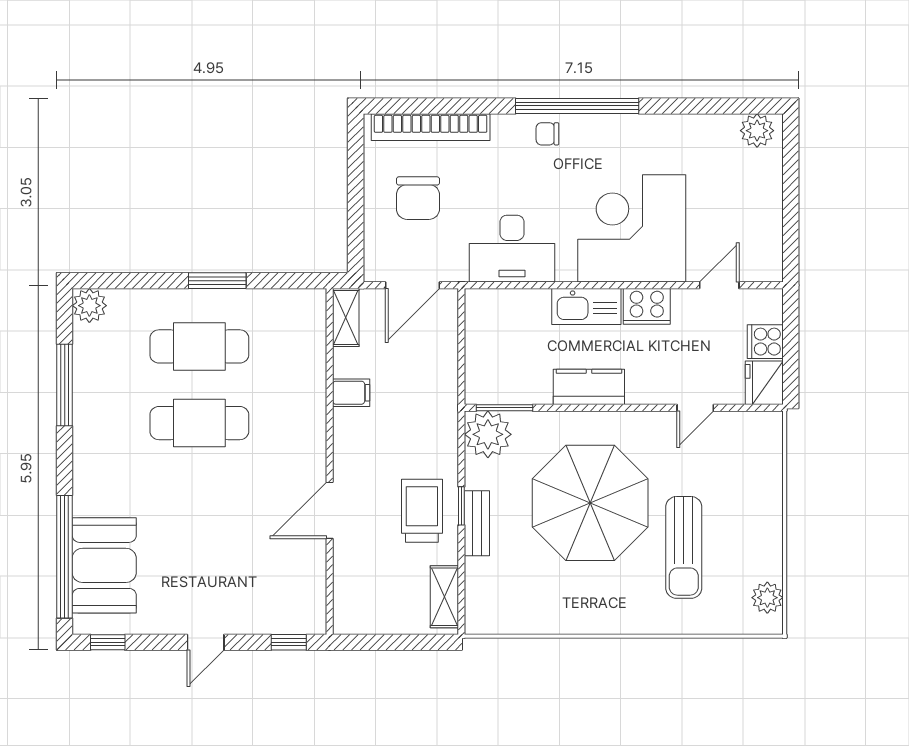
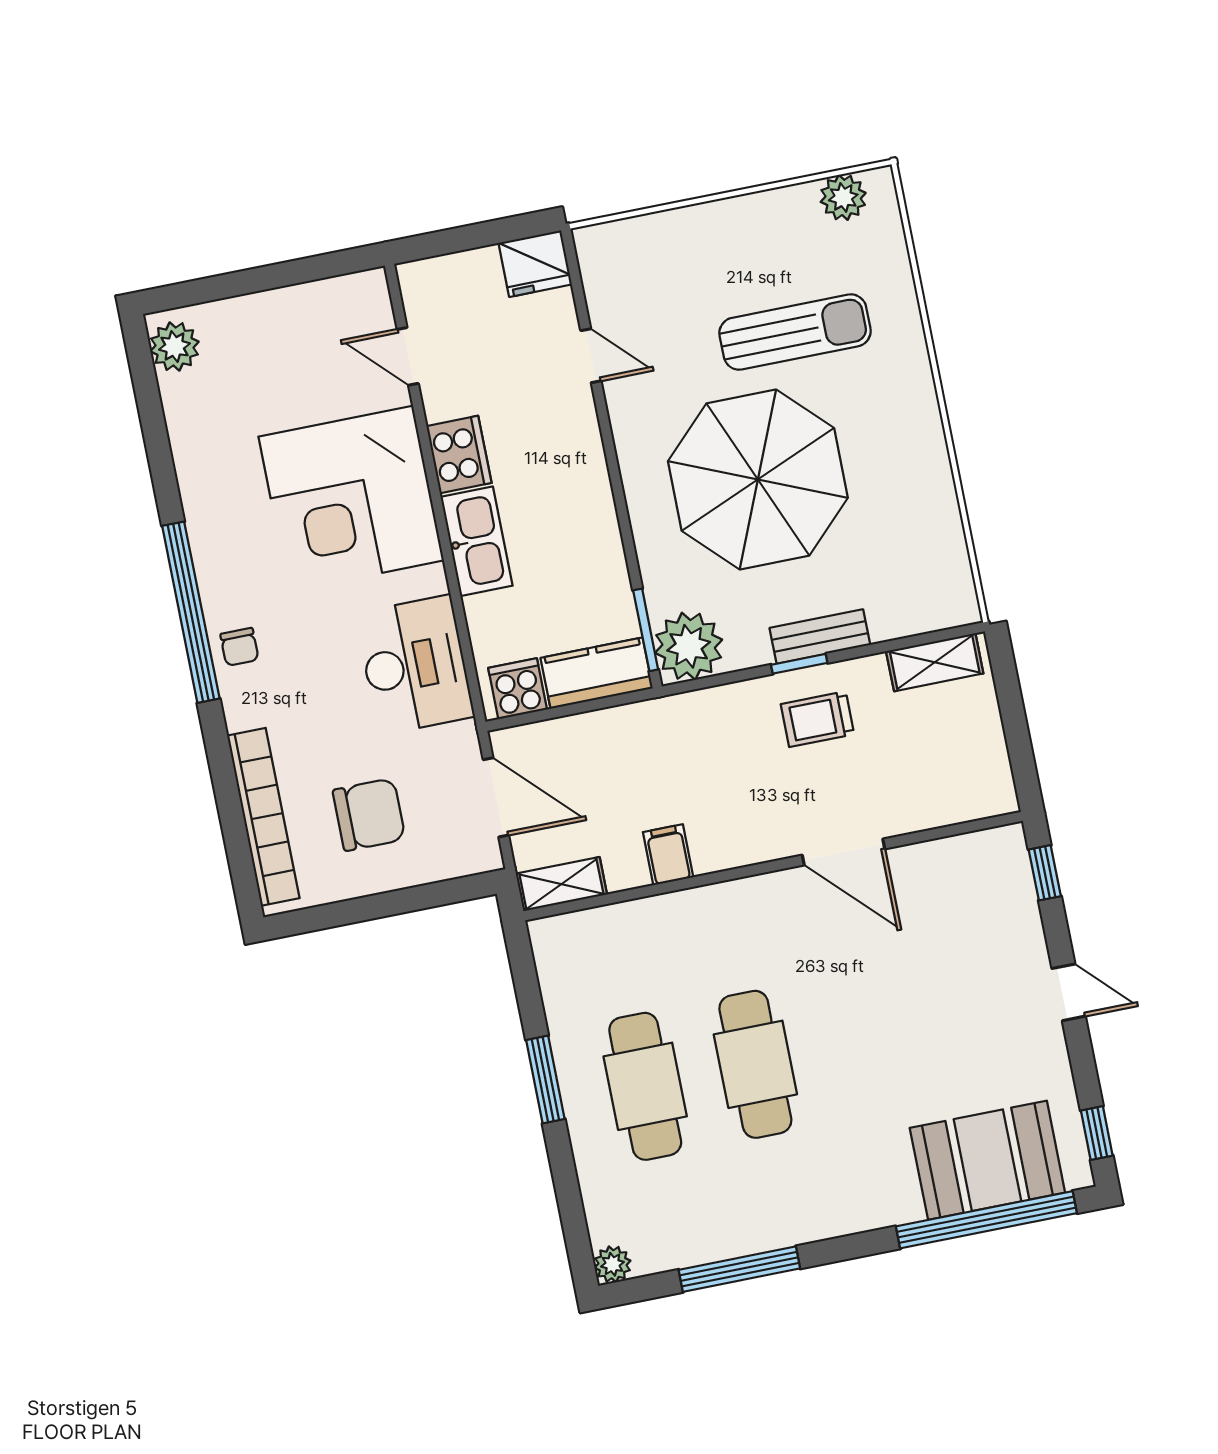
plant: (89, 306) -> (612, 1264), width x0.73, depth x0.73
cooker: (765, 342) -> (518, 689), moved, turned 180
kitchen counter: (589, 387) -> (597, 673), moved, turned 90
trolley: (422, 511) -> (817, 719), width x0.73, depth x0.72

